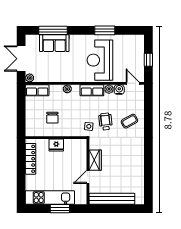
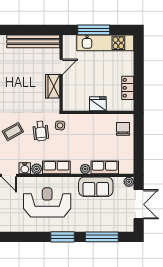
window: (105, 30) -> (62, 237), moved
sofa: (54, 43) -> (96, 187), moved, turned 180
reception desk: (100, 60) -> (47, 202), turned -90
row of seats: (37, 90) -> (105, 167), moved
chair: (52, 118) -> (123, 129), moved
locker: (31, 159) -> (128, 88), width x0.66
window: (60, 209) -> (94, 30), width x1.44

